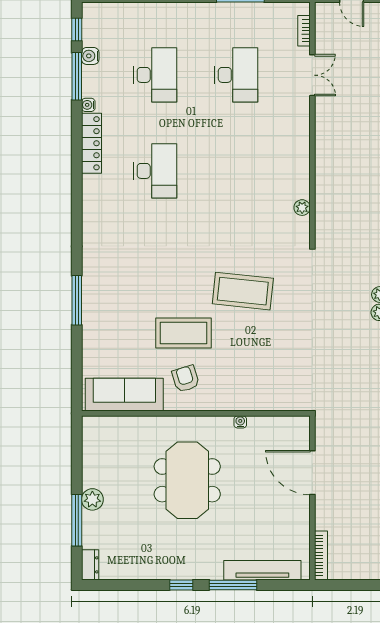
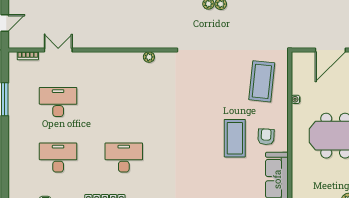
coffee table: (243, 291) -> (262, 81), moved
armchair: (186, 379) -> (266, 137), turned 110

